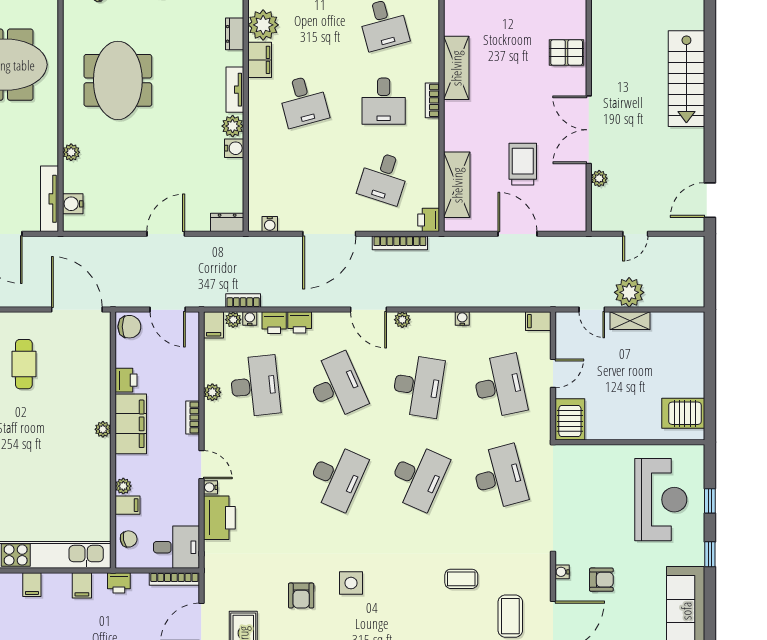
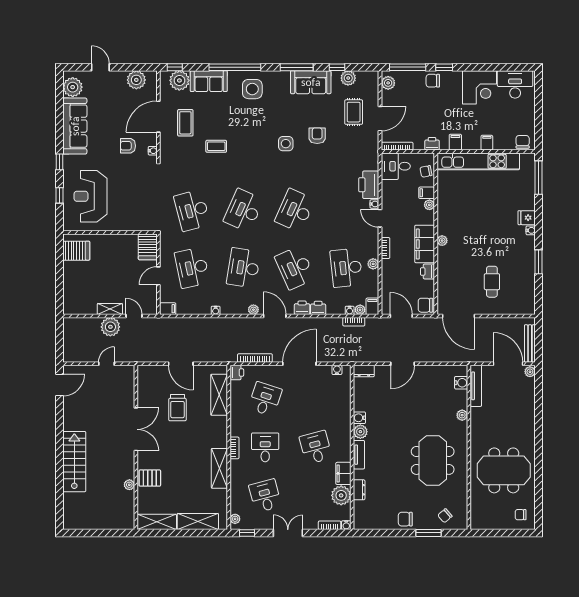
plant: (599, 178) -> (129, 485), moved
printer: (274, 323) -> (302, 308), moved

